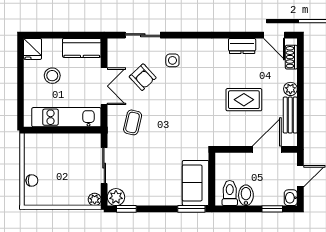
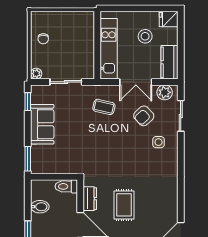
dresser: (242, 46) -> (90, 199), moved, turned 180
chair: (32, 181) -> (43, 39), moved
sofa: (196, 183) -> (42, 124), moved, turned 90
toilet: (230, 193) -> (66, 186), moved, turned 180
plant: (116, 197) -> (165, 92), moved

